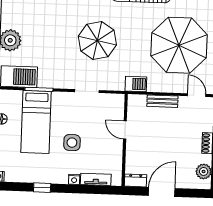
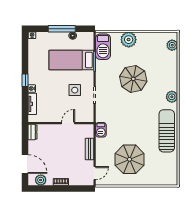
parasol: (97, 41) -> (133, 79), moved
parasol: (179, 45) -> (129, 159), width x0.73, depth x0.73
side table: (72, 143) -> (75, 90), moved
window: (42, 188) -> (25, 80), moved
door: (162, 192) -> (25, 164), moved

